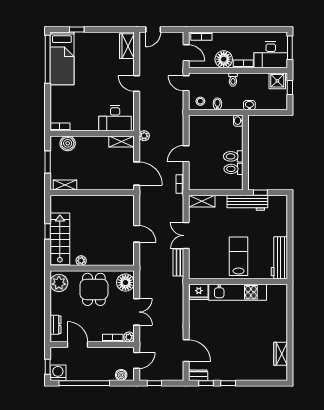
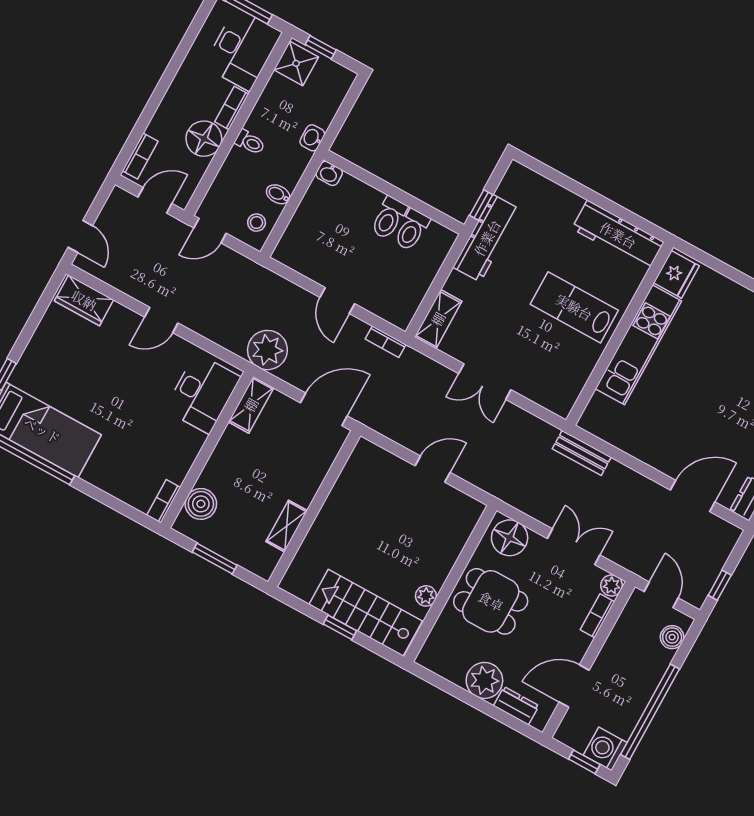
plant: (144, 136) -> (267, 350), width x1.87, depth x1.87
shelving: (65, 185) -> (287, 526), moved
bench: (178, 263) -> (582, 453), moved
plant: (59, 283) -> (484, 680), moved
fridge: (199, 292) -> (676, 274), moved

